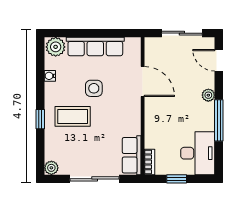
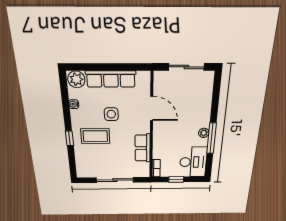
door: (219, 60) -> (216, 91), removed
plant: (208, 95) -> (204, 133), moved
row of seats: (132, 155) -> (143, 148), moved
plant: (51, 168) -> (82, 173), removed

